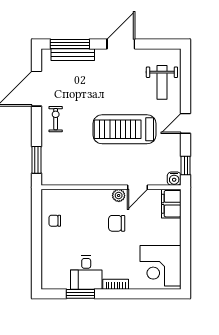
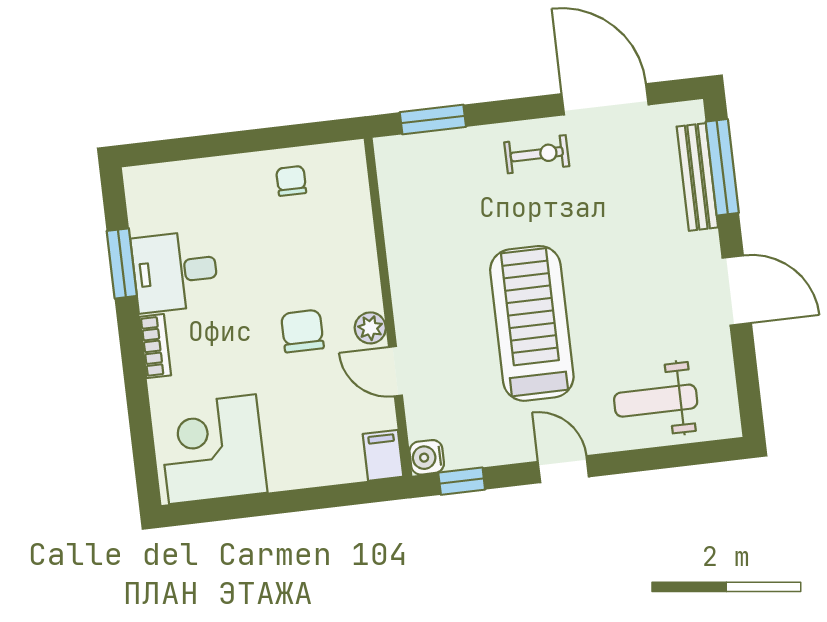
filing cabinet: (171, 204) -> (383, 455), width x0.50

